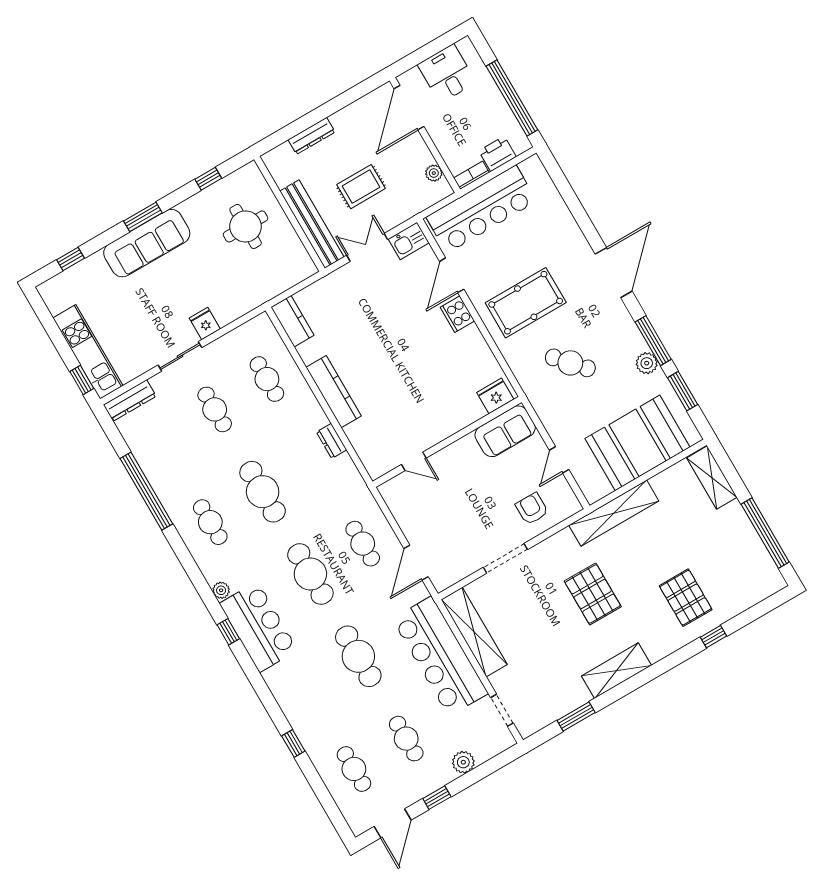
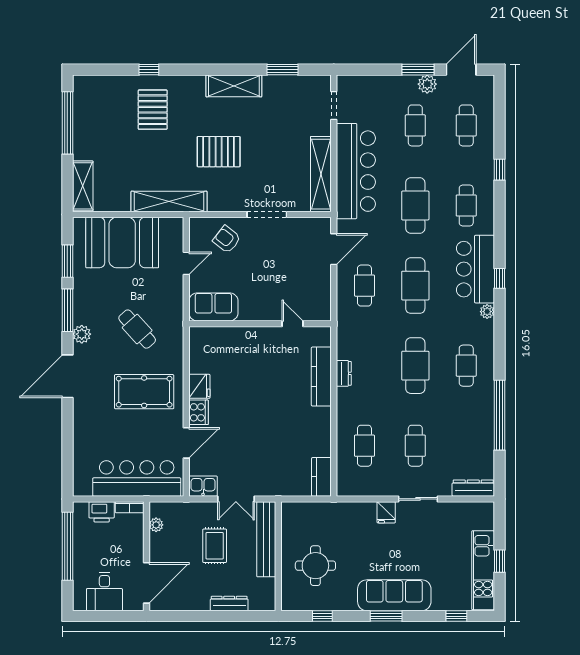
rug: (361, 187) -> (215, 546), turned 90
kitchen unit: (88, 352) -> (483, 570), moved
plant: (647, 363) -> (82, 334), moved
window: (82, 380) -> (499, 561), moved
kitchen counter: (334, 392) -> (321, 377), moved
fridge: (495, 396) -> (199, 386), moved, turned -90
armchair: (532, 509) -> (227, 239), turned 128
pallet: (593, 594) -> (219, 152), turned 90
cafe table: (306, 687) -> (466, 206), added
plant: (463, 762) -> (427, 84), moved
window: (437, 798) -> (418, 70), width x1.50

